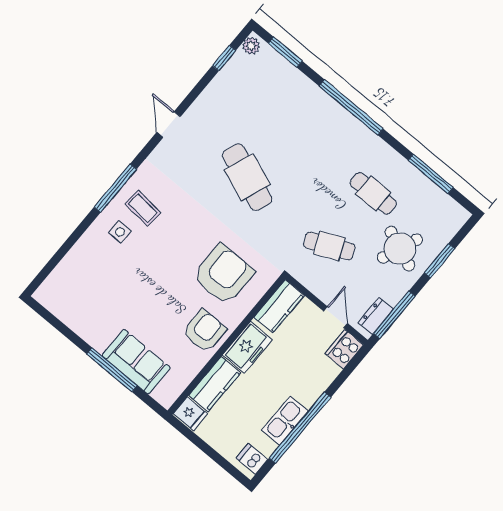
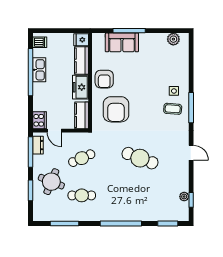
plant: (251, 46) -> (184, 197), moved
plant: (60, 306) -> (173, 39), added

